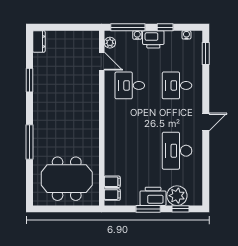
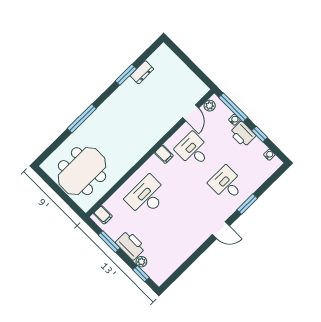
dresser: (39, 41) -> (142, 72), moved
window: (206, 54) -> (247, 204), moved
desk: (177, 151) -> (147, 196), moved
meeting table: (67, 179) -> (82, 171), turned 90
filing cabinet: (112, 182) -> (164, 154), moved
plant: (177, 196) -> (141, 262), width x0.53, depth x0.53
window: (148, 209) -> (109, 242), moved

